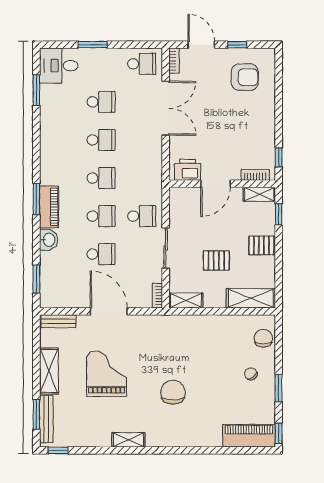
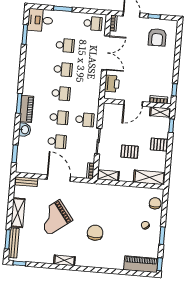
armchair: (245, 77) -> (157, 37), turned 90
printer: (188, 170) -> (112, 84), moved, turned 90
grand piano: (107, 374) -> (54, 217), turned -127

